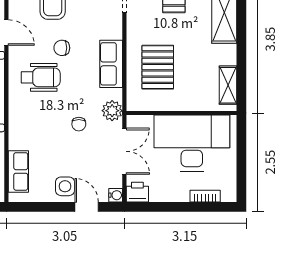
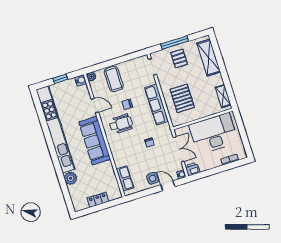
row of seats: (111, 64) -> (157, 105), width x1.48
plant: (112, 111) -> (165, 130), removed

